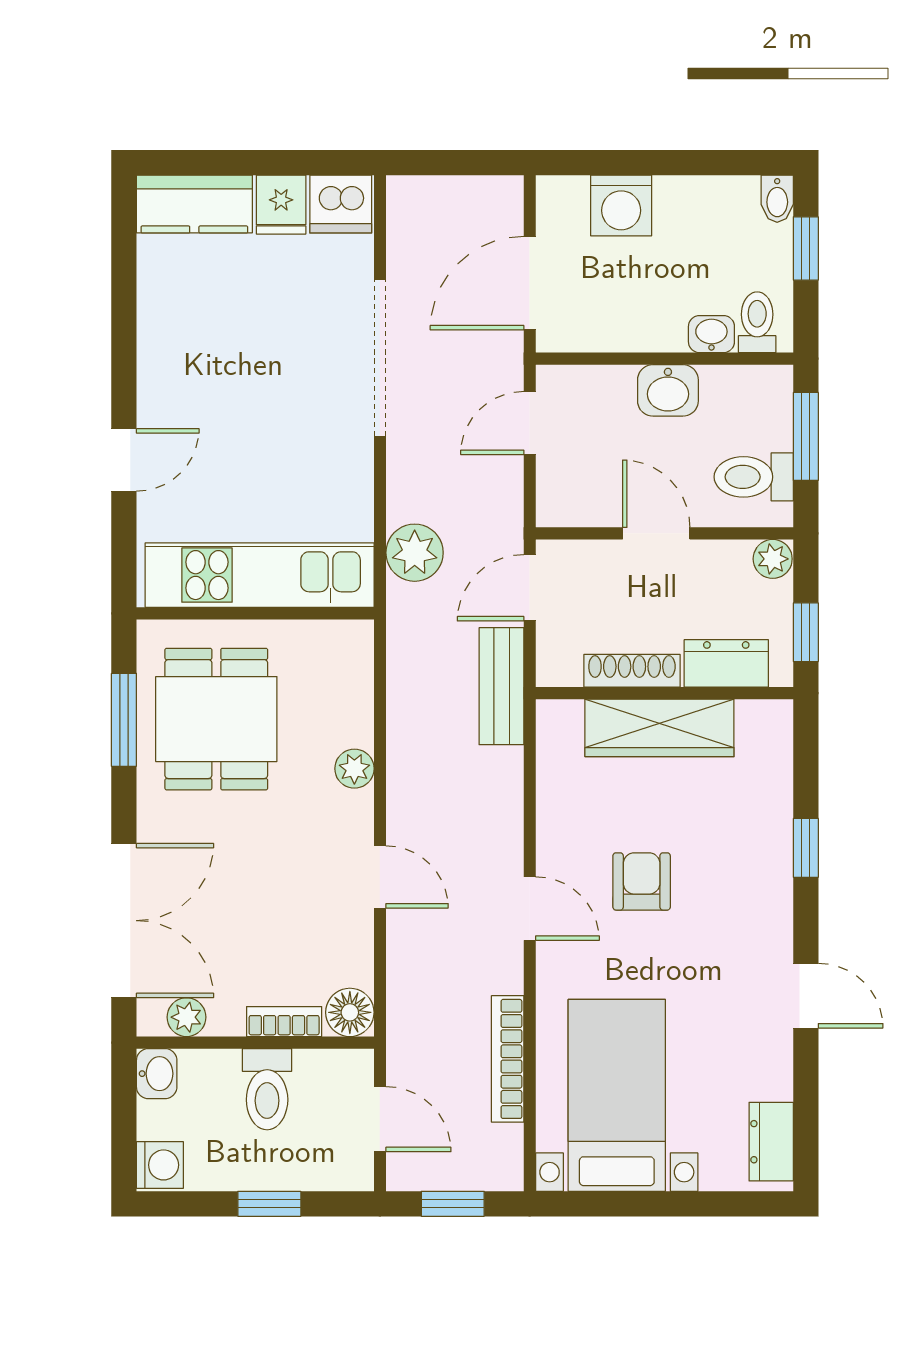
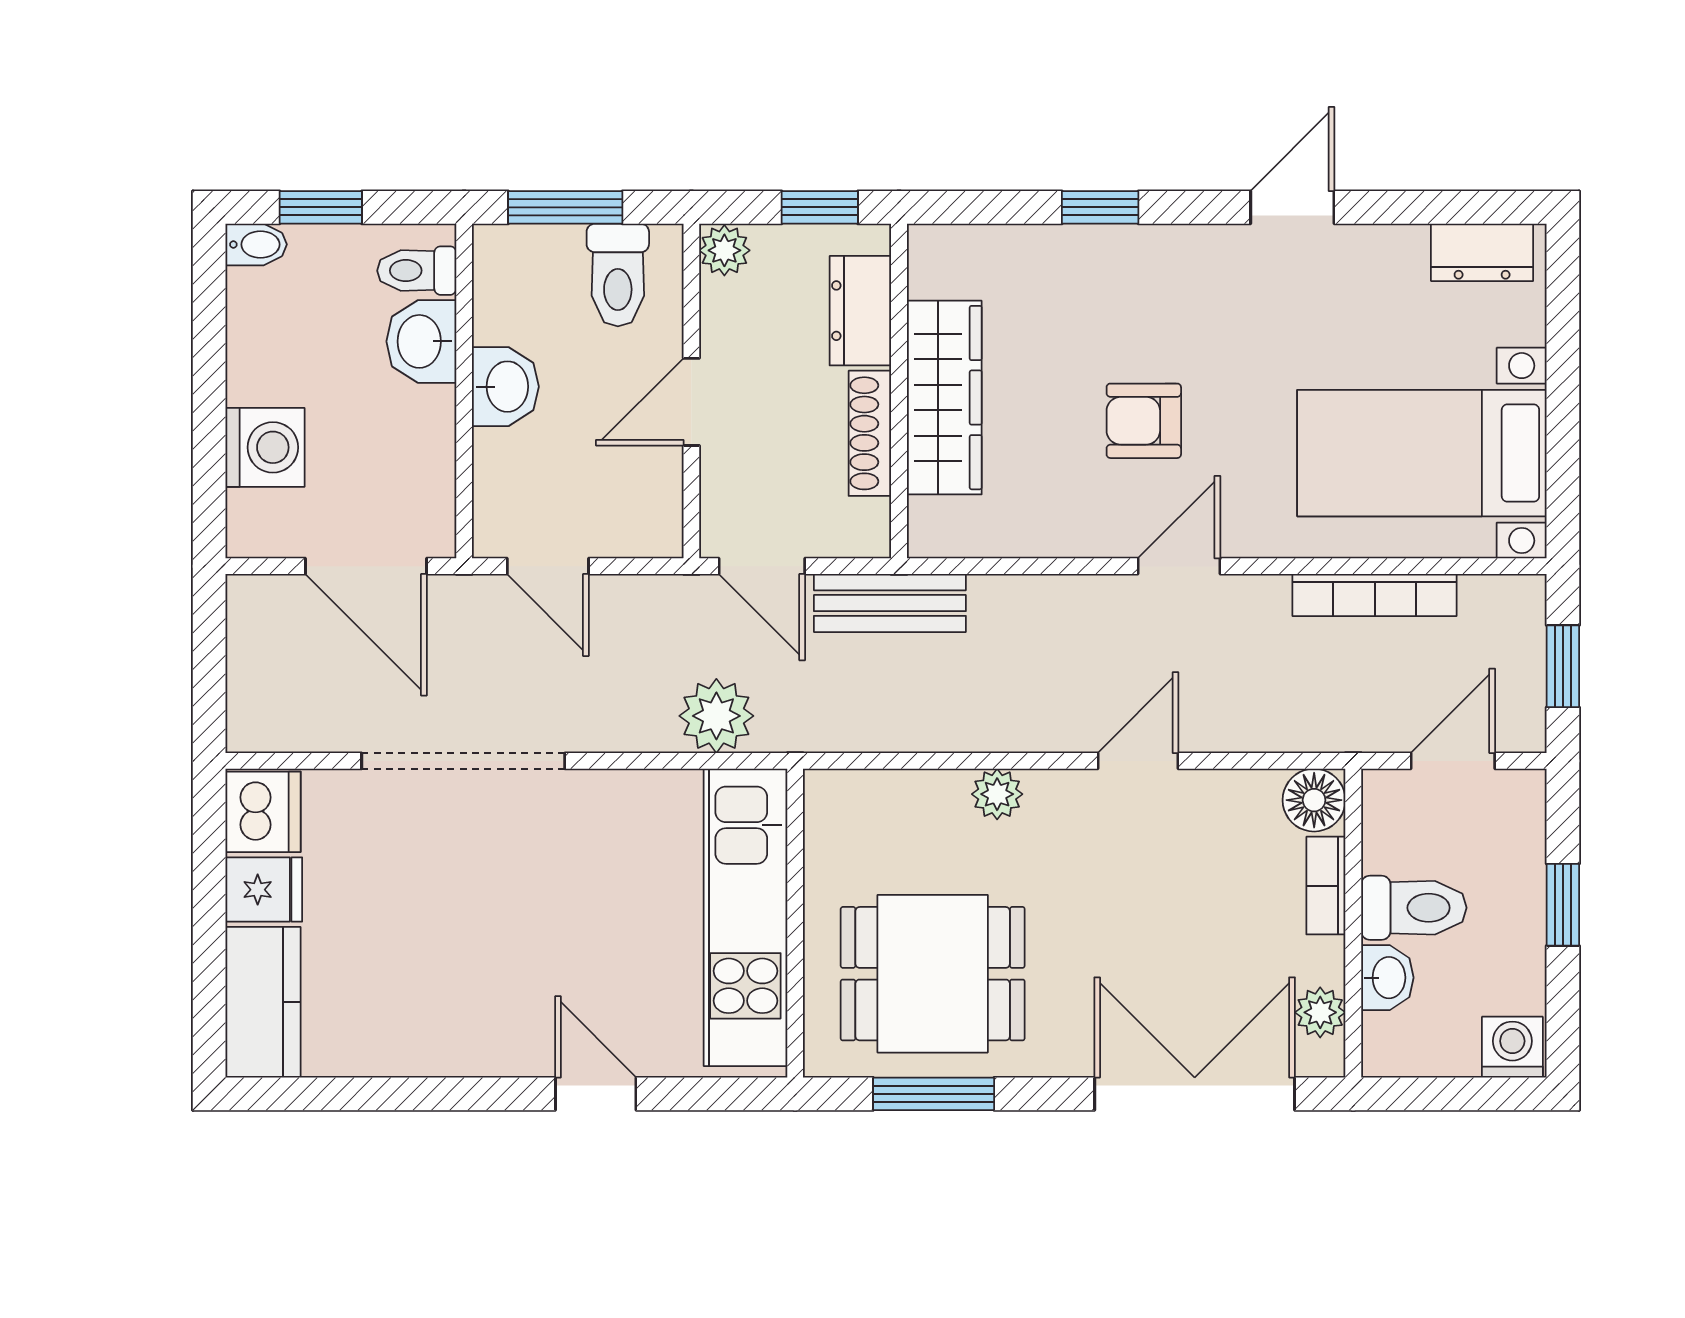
washbasin: (711, 334) -> (421, 341), width x1.38, depth x1.45
washbasin: (157, 1074) -> (1387, 978), moved, turned 90

